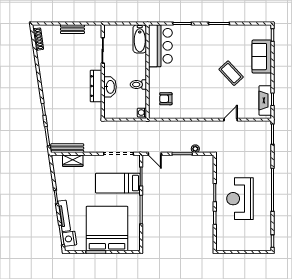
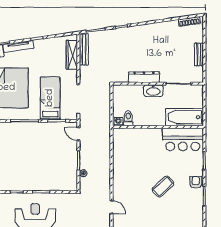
bathtub: (140, 39) -> (184, 117), width x1.36, depth x1.36
coffee table: (231, 73) -> (163, 187), moved
toilet: (138, 85) -> (128, 118), moved
washbasin: (110, 87) -> (153, 91), moved
armchair: (166, 99) -> (196, 182), moved
door: (155, 154) -> (78, 134), hinge flipped
wardrobe: (73, 161) -> (72, 55), width x1.50

